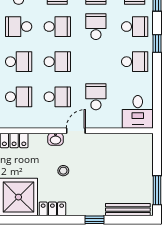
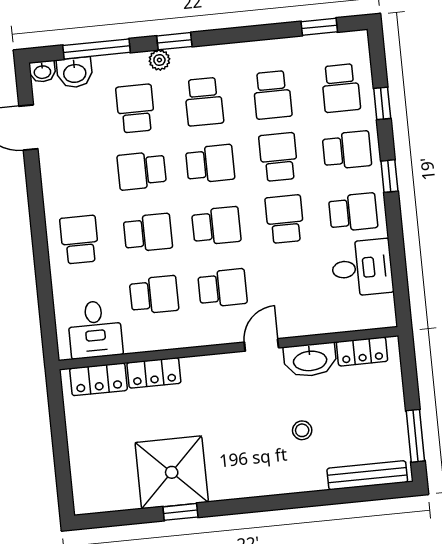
school desk: (96, 97) -> (285, 219), moved
desk: (138, 112) -> (362, 268), moved, turned -90
washbasin: (55, 139) -> (310, 360), moved, width x1.91, depth x1.45
stool: (63, 171) -> (302, 430), moved
locker: (52, 209) -> (362, 351), moved, turned 180
window: (94, 220) -> (180, 512), moved

